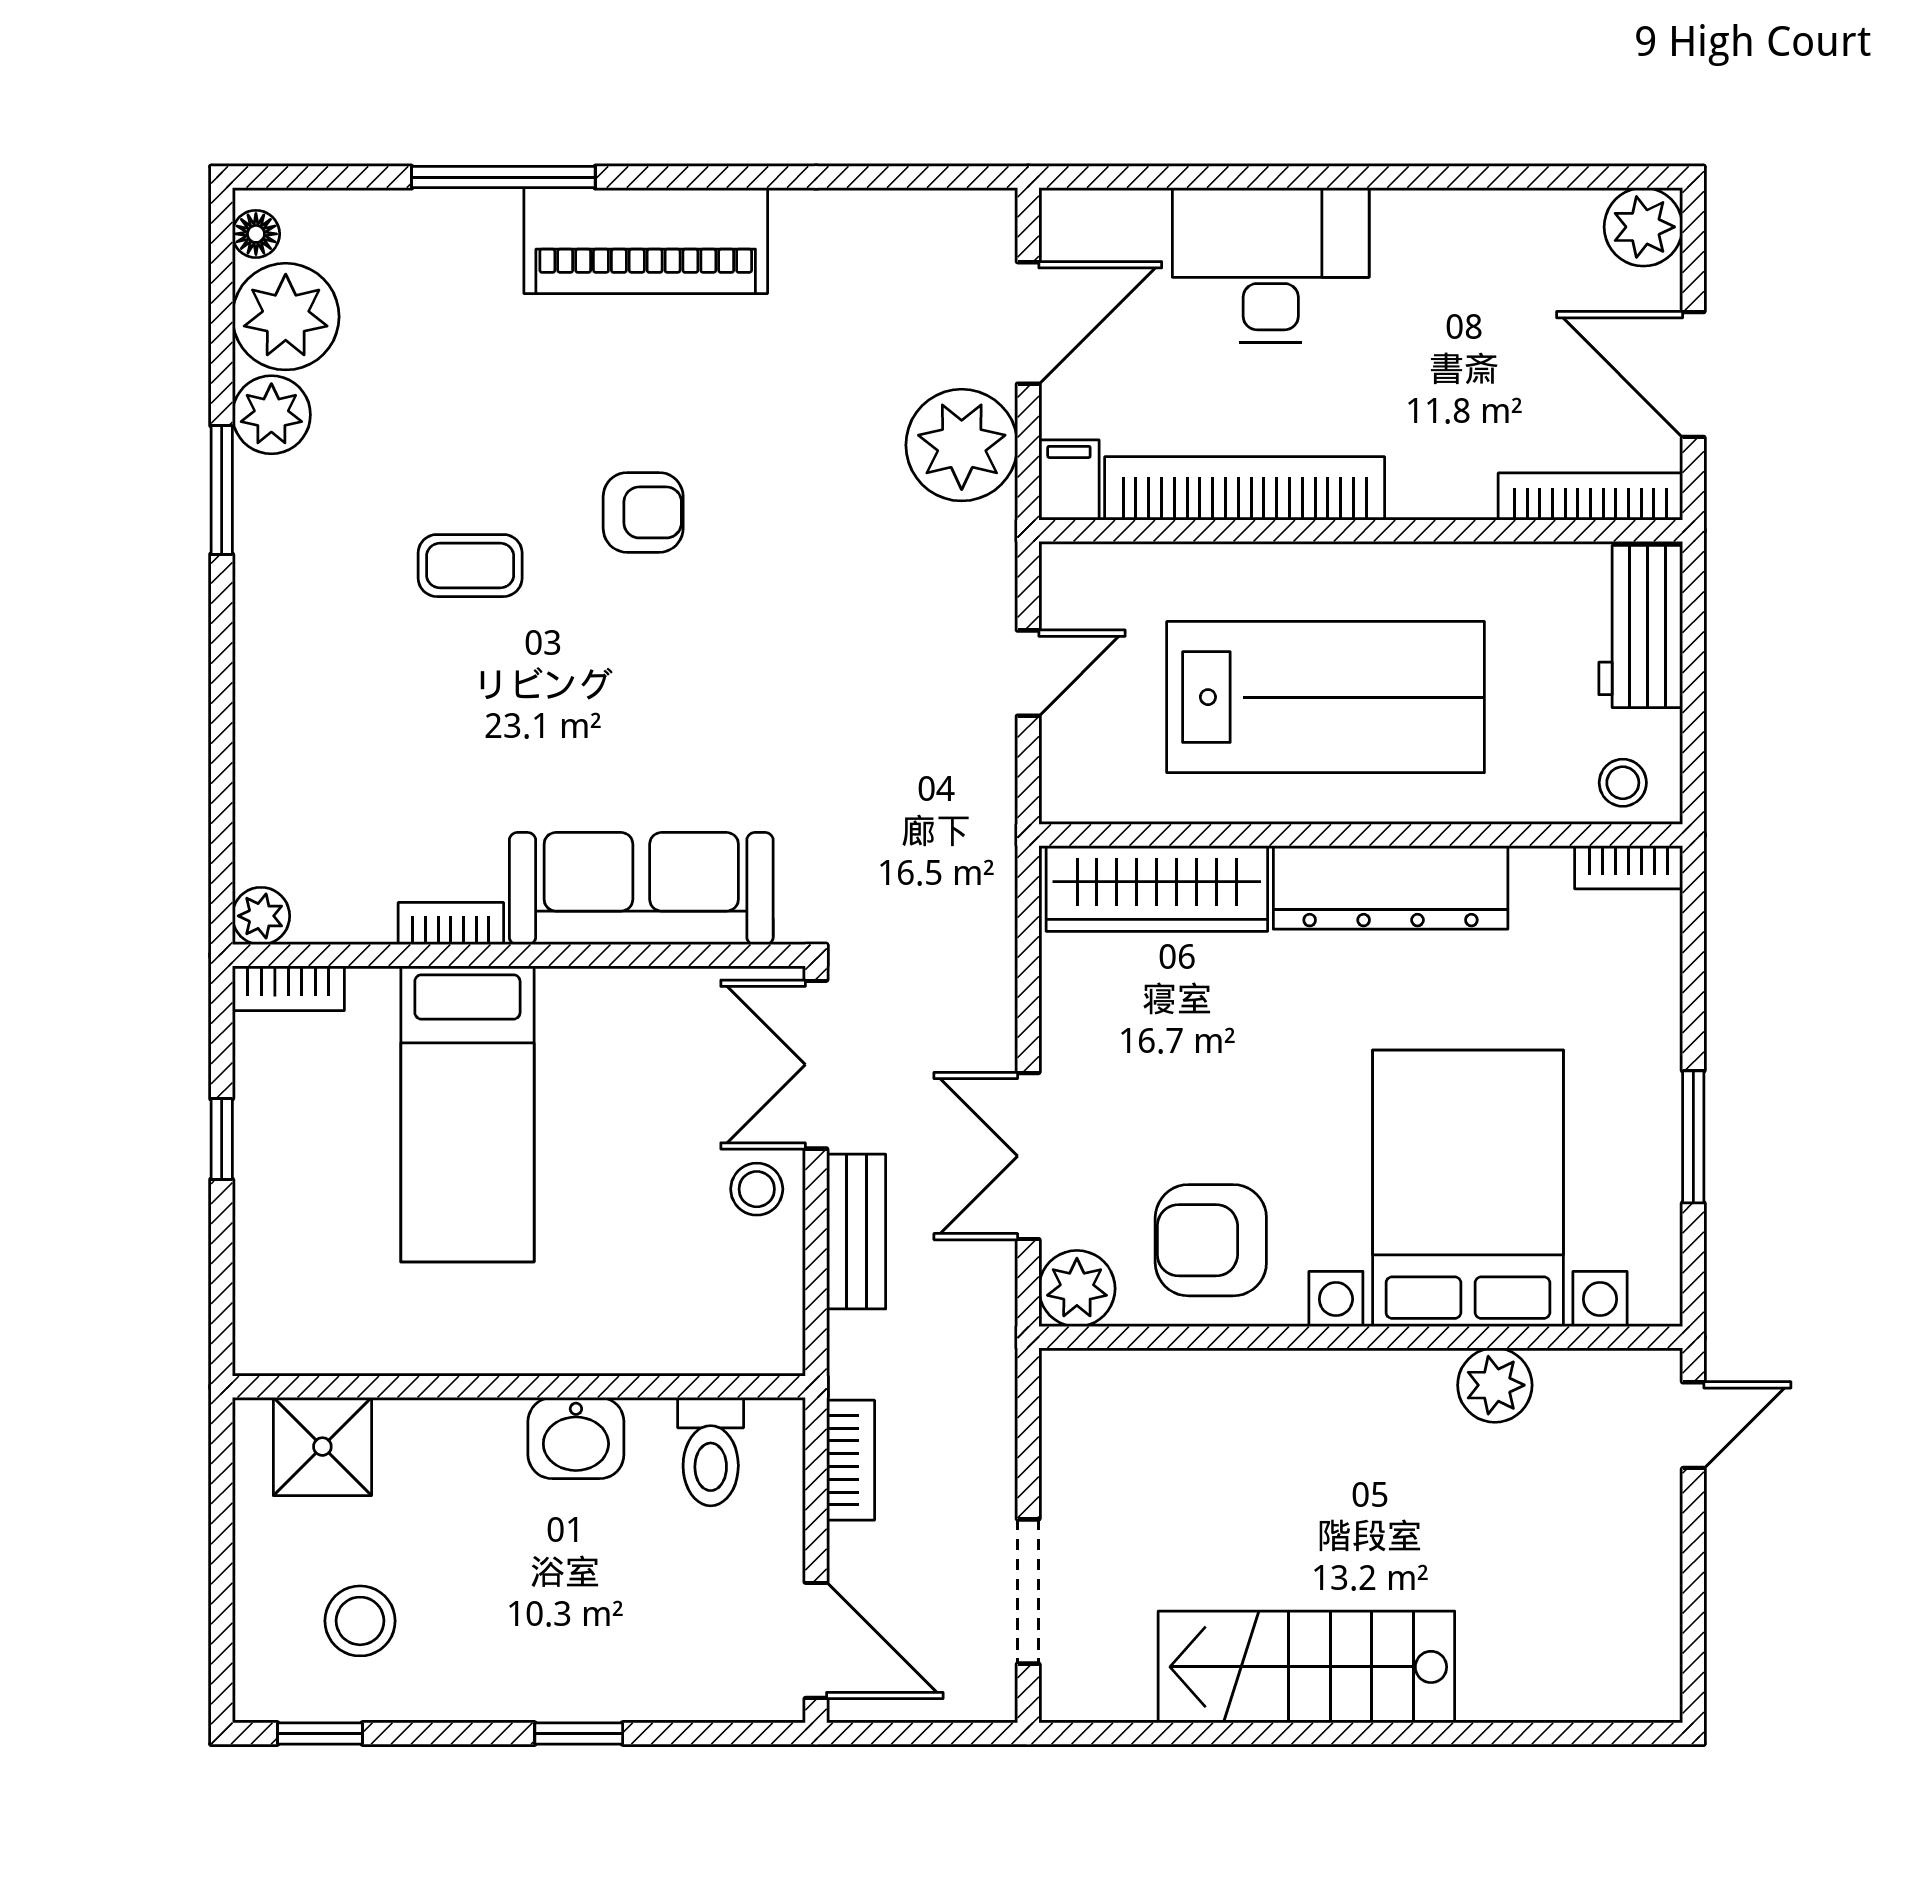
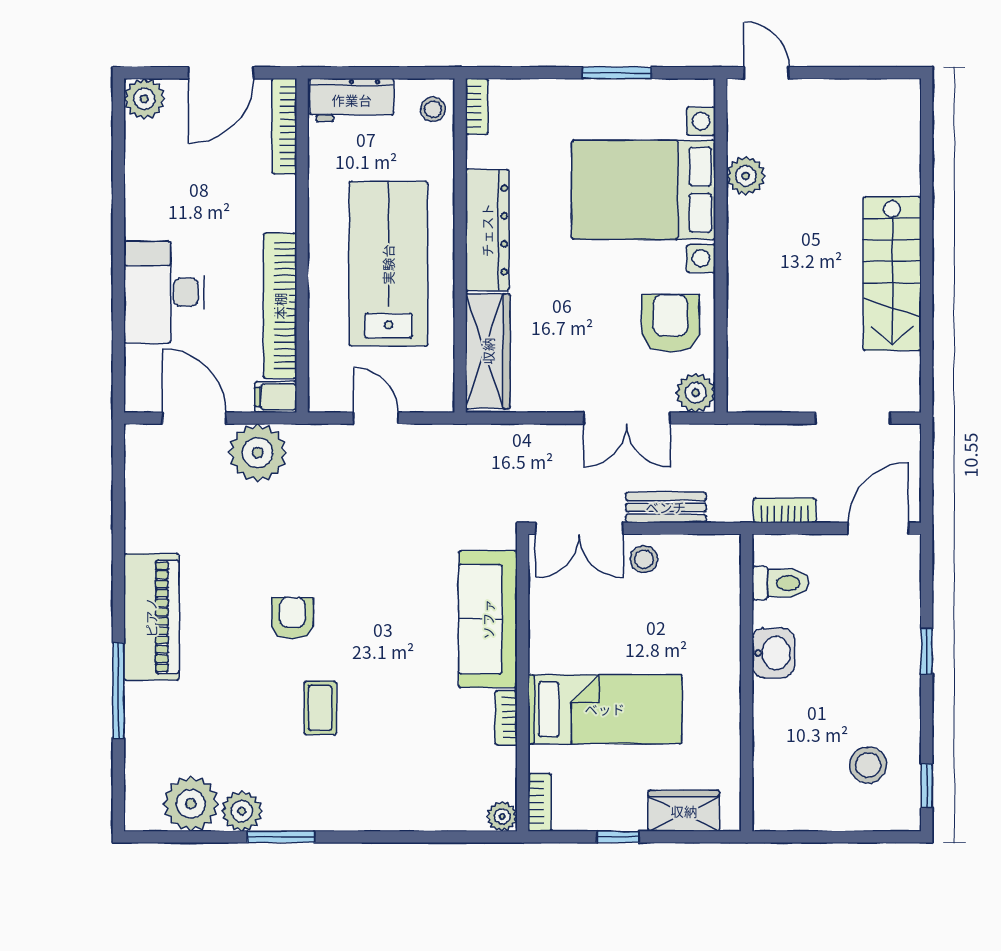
floor lamp: (256, 234) -> (148, 819), removed
armchair: (1211, 1240) -> (671, 323), turned 180
wardrobe: (272, 1266) -> (684, 811), added
shower: (322, 1447) -> (778, 785), removed

